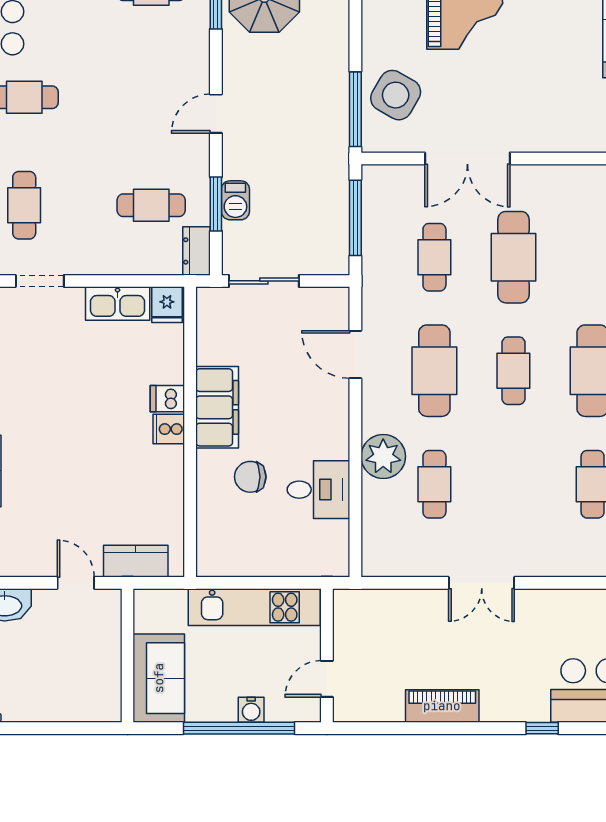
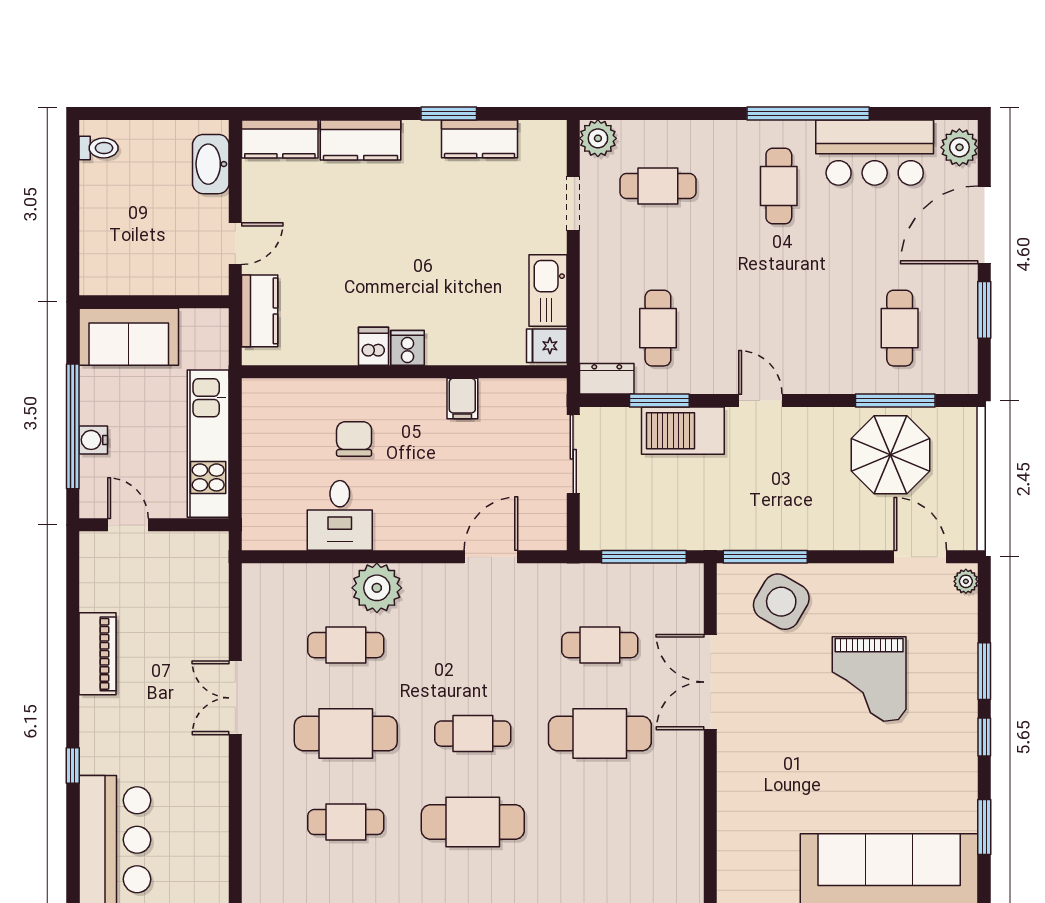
barbecue: (235, 200) -> (683, 431), width x1.88, depth x1.53
cafe table: (434, 371) -> (346, 734), moved
dishwasher: (167, 399) -> (374, 346), moved
filing cabinet: (217, 407) -> (462, 398), width x0.33, depth x0.86

